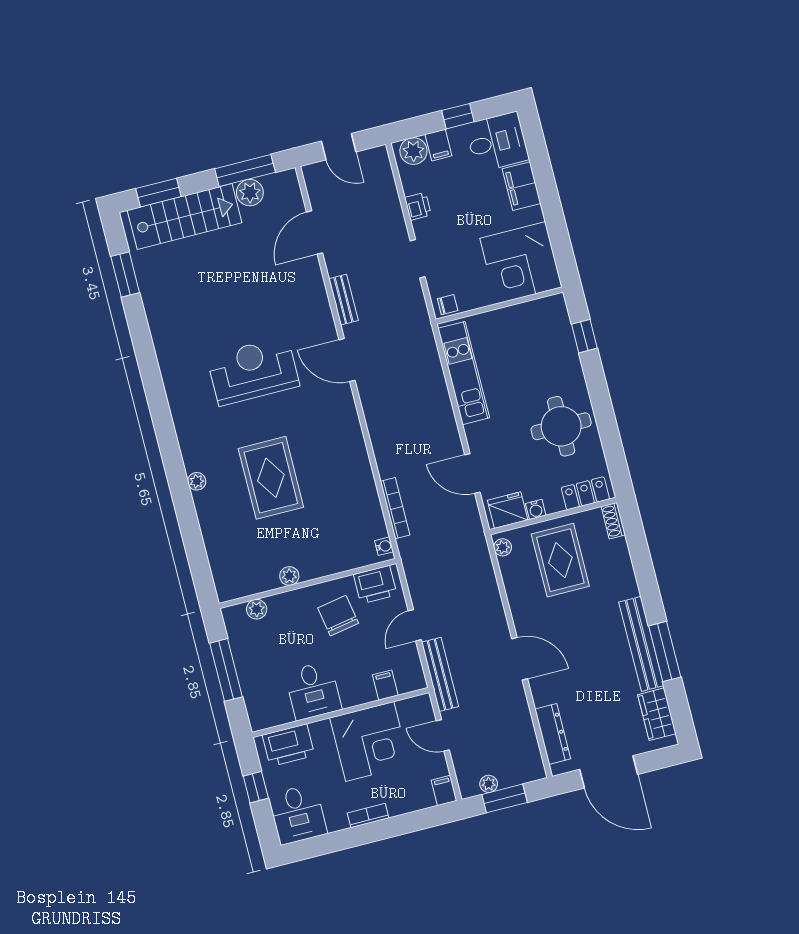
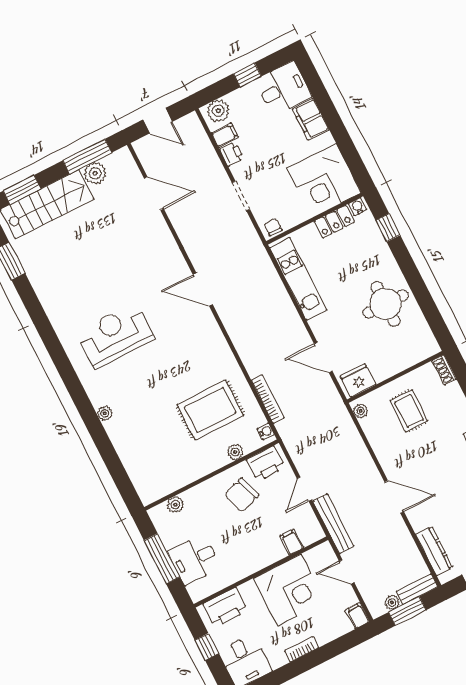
filing cabinet: (438, 145) -> (225, 135), moved, turned -90
door: (315, 232) -> (154, 194), swing flipped
bench: (344, 300) -> (417, 589), moved, turned 90
chair: (448, 305) -> (273, 227), turned -90
reception desk: (253, 371) -> (115, 335), moved
rug: (271, 478) -> (210, 410), moved, turned 90
locker: (585, 493) -> (334, 222), moved, turned 180
water cooler: (536, 509) -> (357, 207), moved, turned 180
rug: (560, 560) -> (409, 411), width x0.73, depth x0.70
plant: (289, 576) -> (235, 452), moved
chair: (338, 616) -> (242, 495), turned -99
desk: (313, 691) -> (194, 559), moved, turned 90

